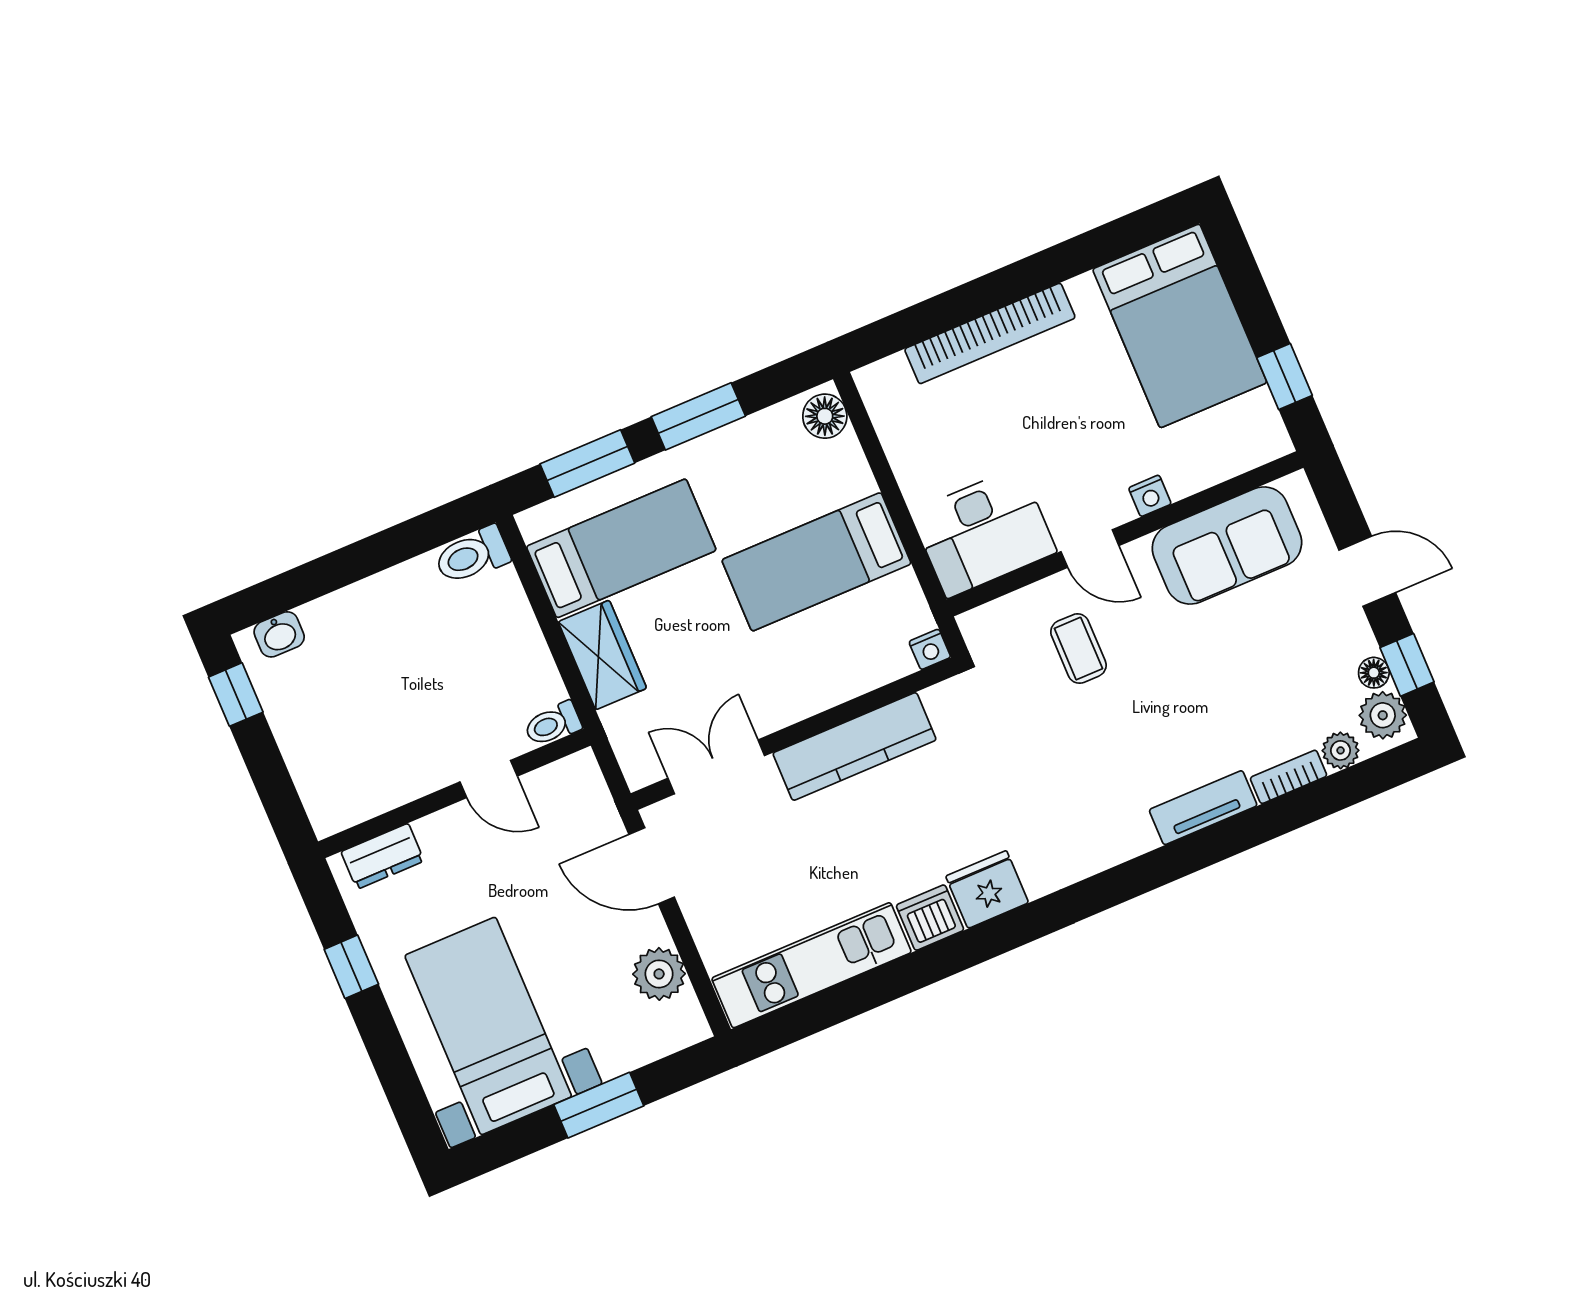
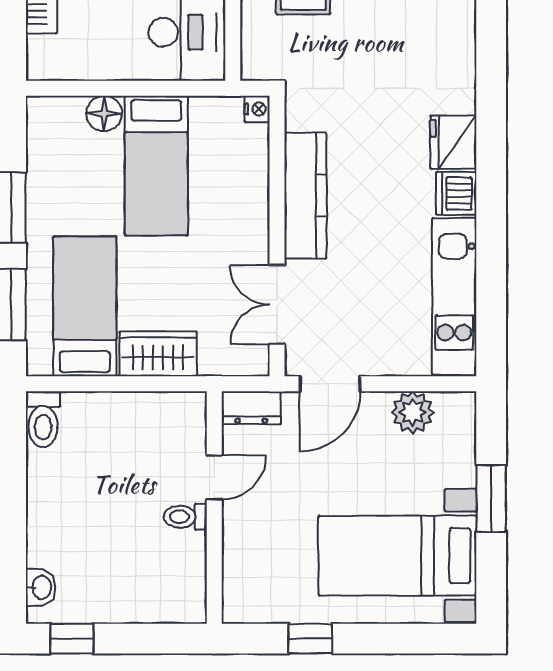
floor lamp: (825, 416) -> (104, 114), moved
toilet: (553, 724) -> (185, 517), moved, turned 90
dresser: (383, 856) -> (251, 408), moved, turned 90

